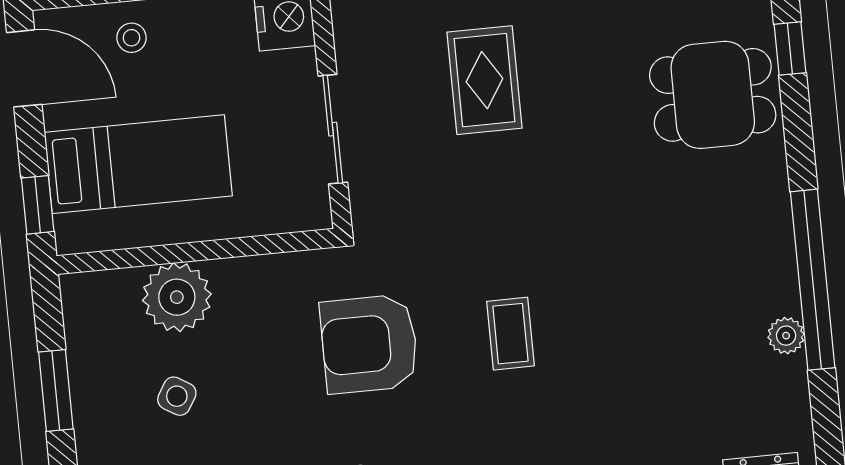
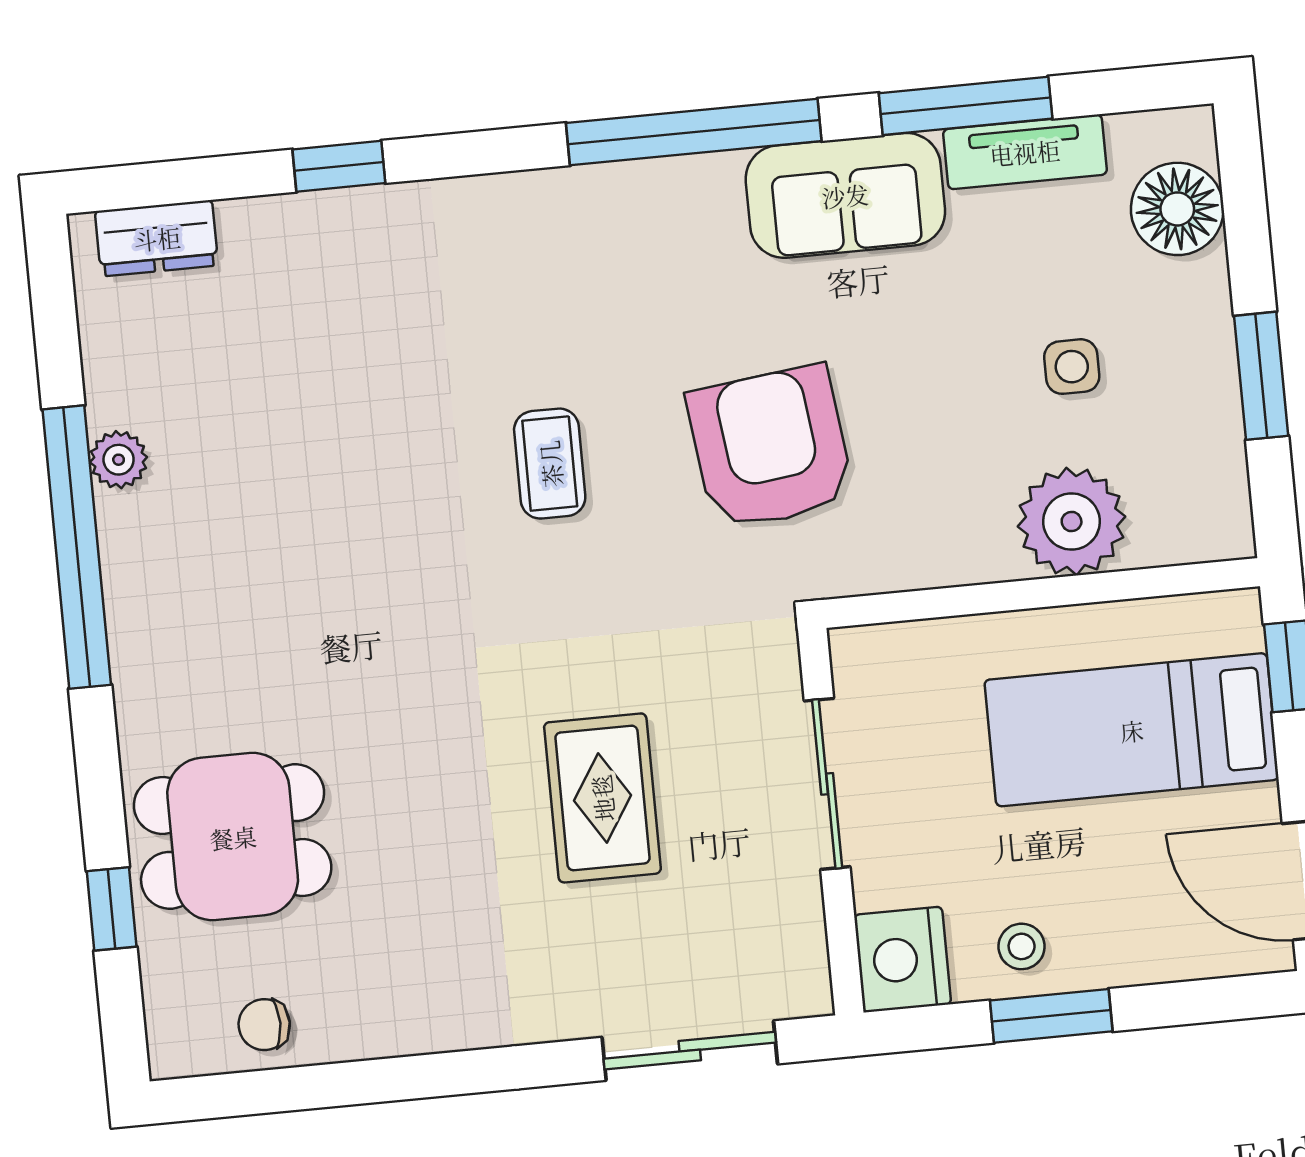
stool: (132, 38) -> (1022, 946), moved
rug: (485, 80) -> (602, 798), moved
armchair: (369, 344) -> (771, 448), turned -97
side table: (177, 396) -> (1072, 367), turned -31

